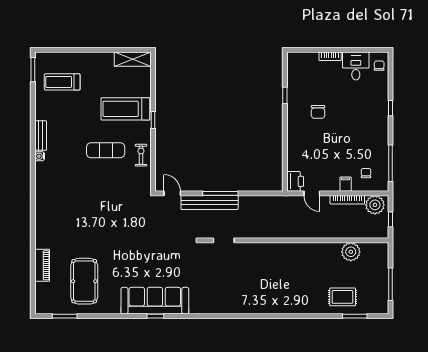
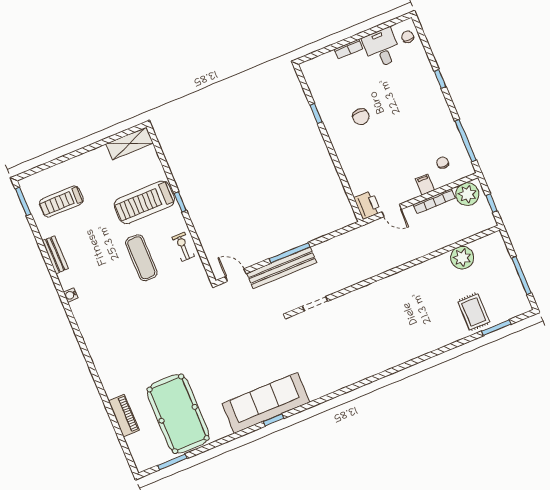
bench: (41, 136) -> (55, 255), moved
exercise mat: (106, 150) -> (141, 258), turned 90
pool table: (84, 281) -> (178, 414), width x1.36, depth x1.32
rug: (343, 297) -> (474, 312), turned 90

